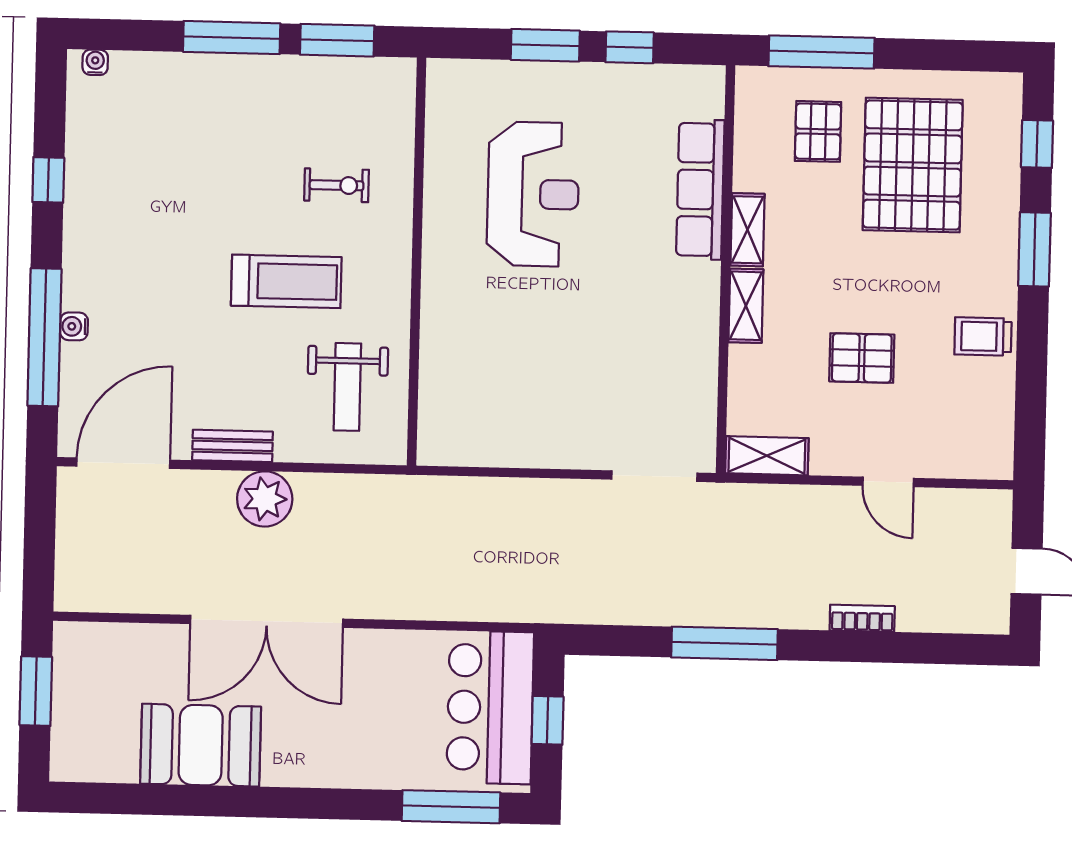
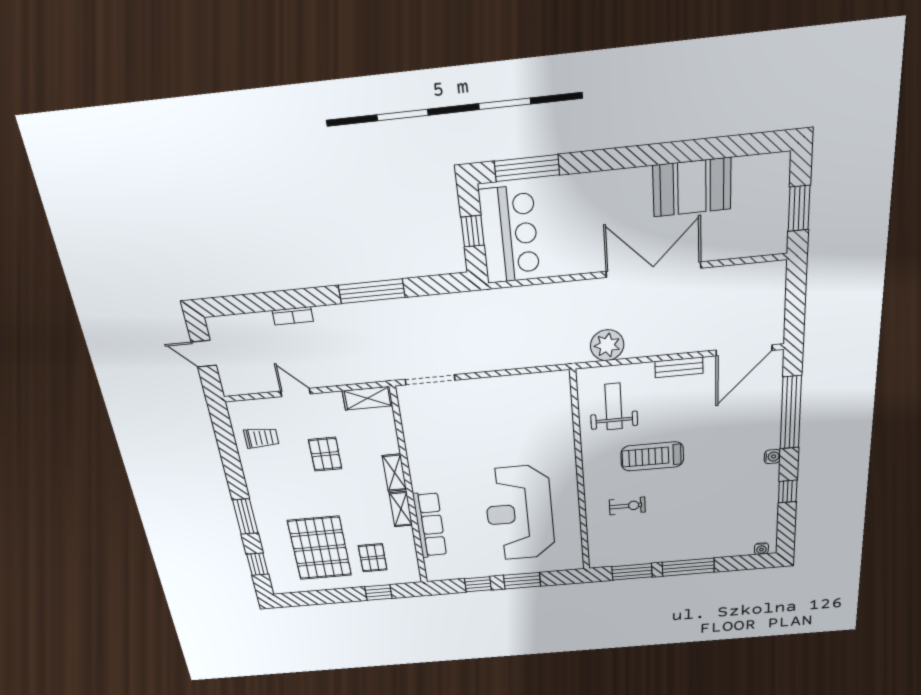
window: (822, 52) -> (378, 592), width x0.46
exercise bike: (337, 185) -> (627, 506), turned 180
reception desk: (533, 194) -> (520, 513), width x1.36, depth x1.30
water cooler: (74, 326) -> (772, 457), moved
trolley: (983, 336) -> (261, 438), moved
pallet: (862, 358) -> (325, 454), turned 90
plant: (265, 499) -> (607, 345), moved

